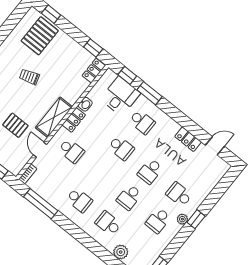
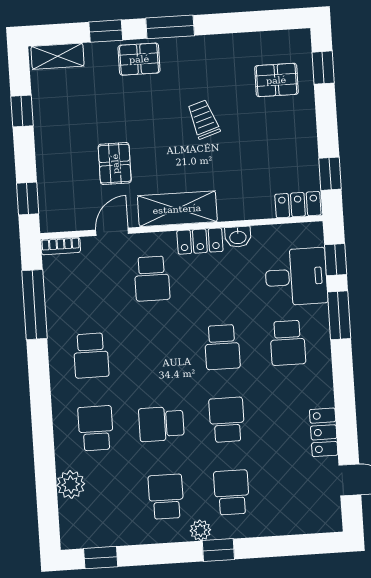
pallet: (40, 36) -> (276, 80), width x0.67, depth x0.71
school desk: (150, 171) -> (227, 420), turned 90
school desk: (158, 221) -> (166, 497), turned 90

